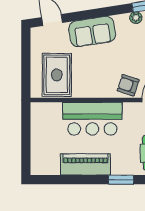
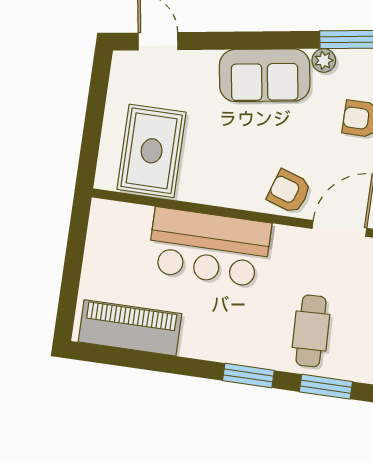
sofa: (92, 32) -> (265, 75), moved
piano: (85, 164) -> (130, 328), moved

